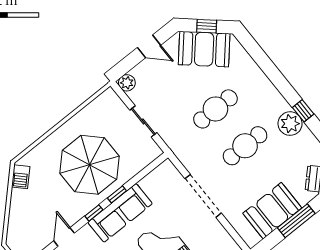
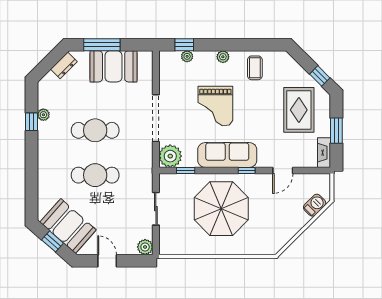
plant: (290, 124) -> (43, 115), width x0.53, depth x0.53
plant: (166, 174) -> (170, 156), added
barbecue: (21, 177) -> (315, 205), moved
window: (117, 194) -> (186, 170), moved

